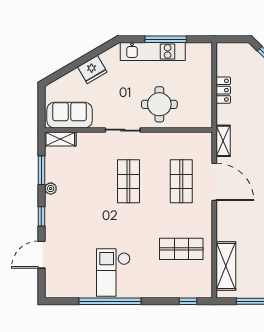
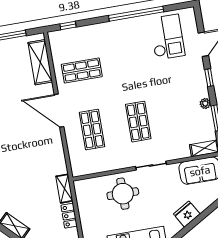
shelving: (223, 141) -> (64, 189), moved
door: (214, 182) -> (59, 111), moved
checkout: (113, 272) -> (167, 37), moved

